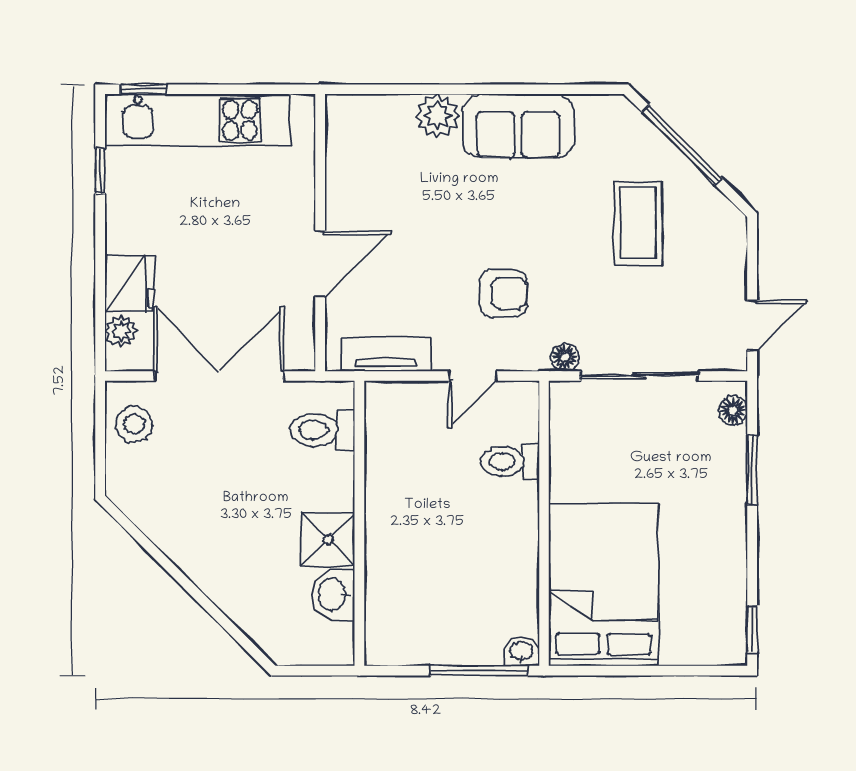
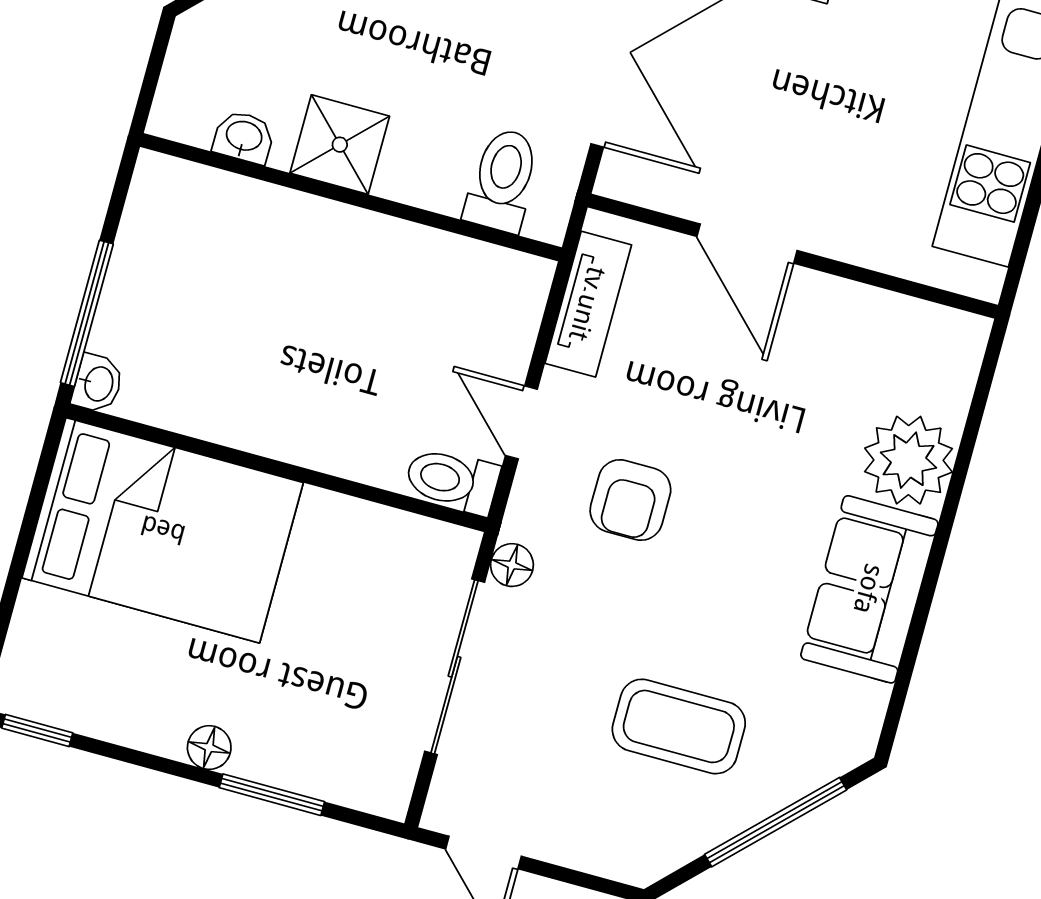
plant: (437, 116) -> (909, 460), width x1.36, depth x1.36
floor lamp: (733, 411) -> (209, 748), moved
toilet: (510, 461) -> (452, 480), moved, turned -90
washbasin: (333, 595) -> (244, 137), width x0.72, depth x0.69

